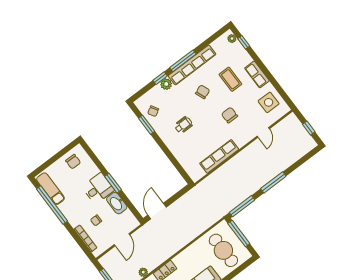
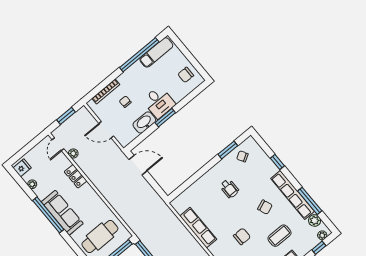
window: (183, 61) -> (310, 201), moved
plant: (166, 84) -> (315, 220), moved

